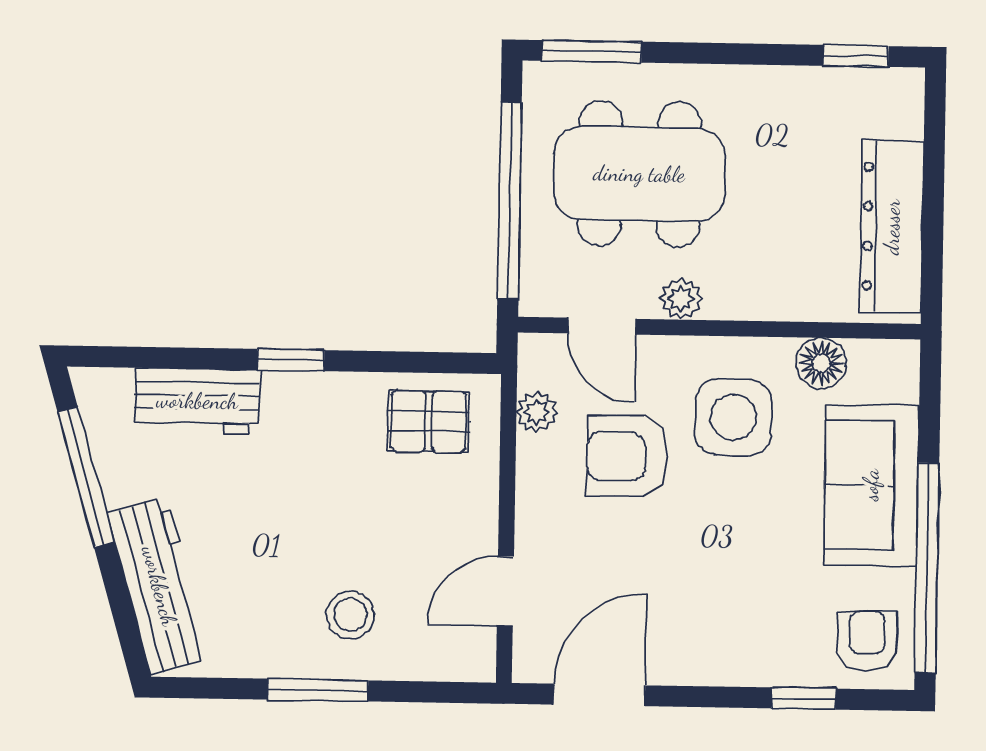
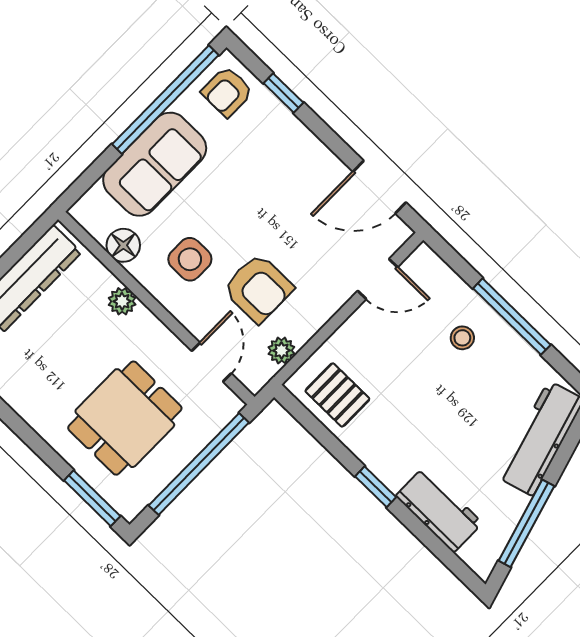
dining table: (639, 174) -> (125, 418), width x0.73
plant: (681, 299) -> (122, 301), moved
side table: (733, 417) -> (190, 259), width x0.73, depth x0.73
stool: (350, 615) -> (462, 338), width x0.73, depth x0.73
window: (318, 690) -> (512, 317), width x1.44

